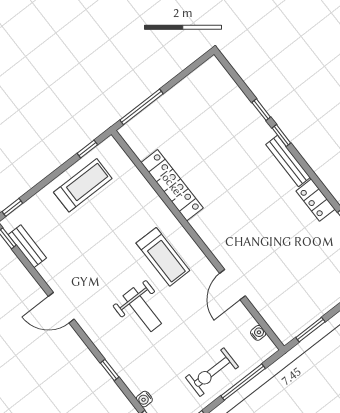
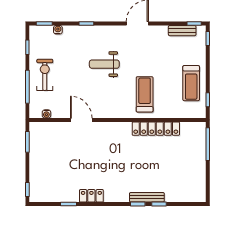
bench: (288, 161) -> (147, 197), moved
treadmill: (163, 257) -> (145, 94), moved, turned 90

